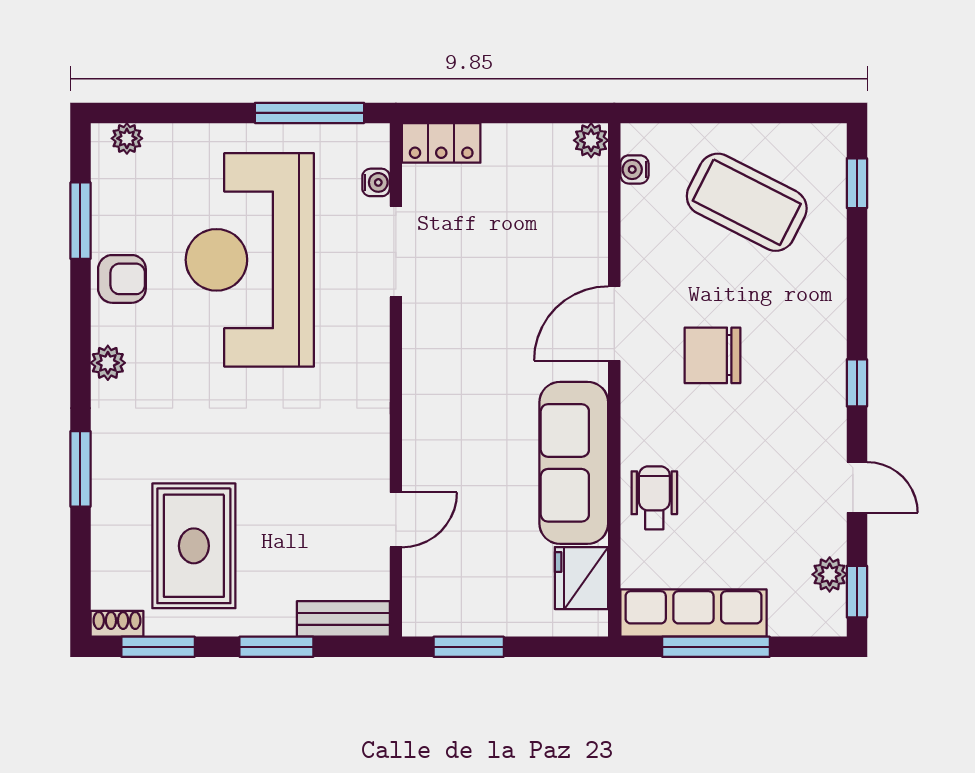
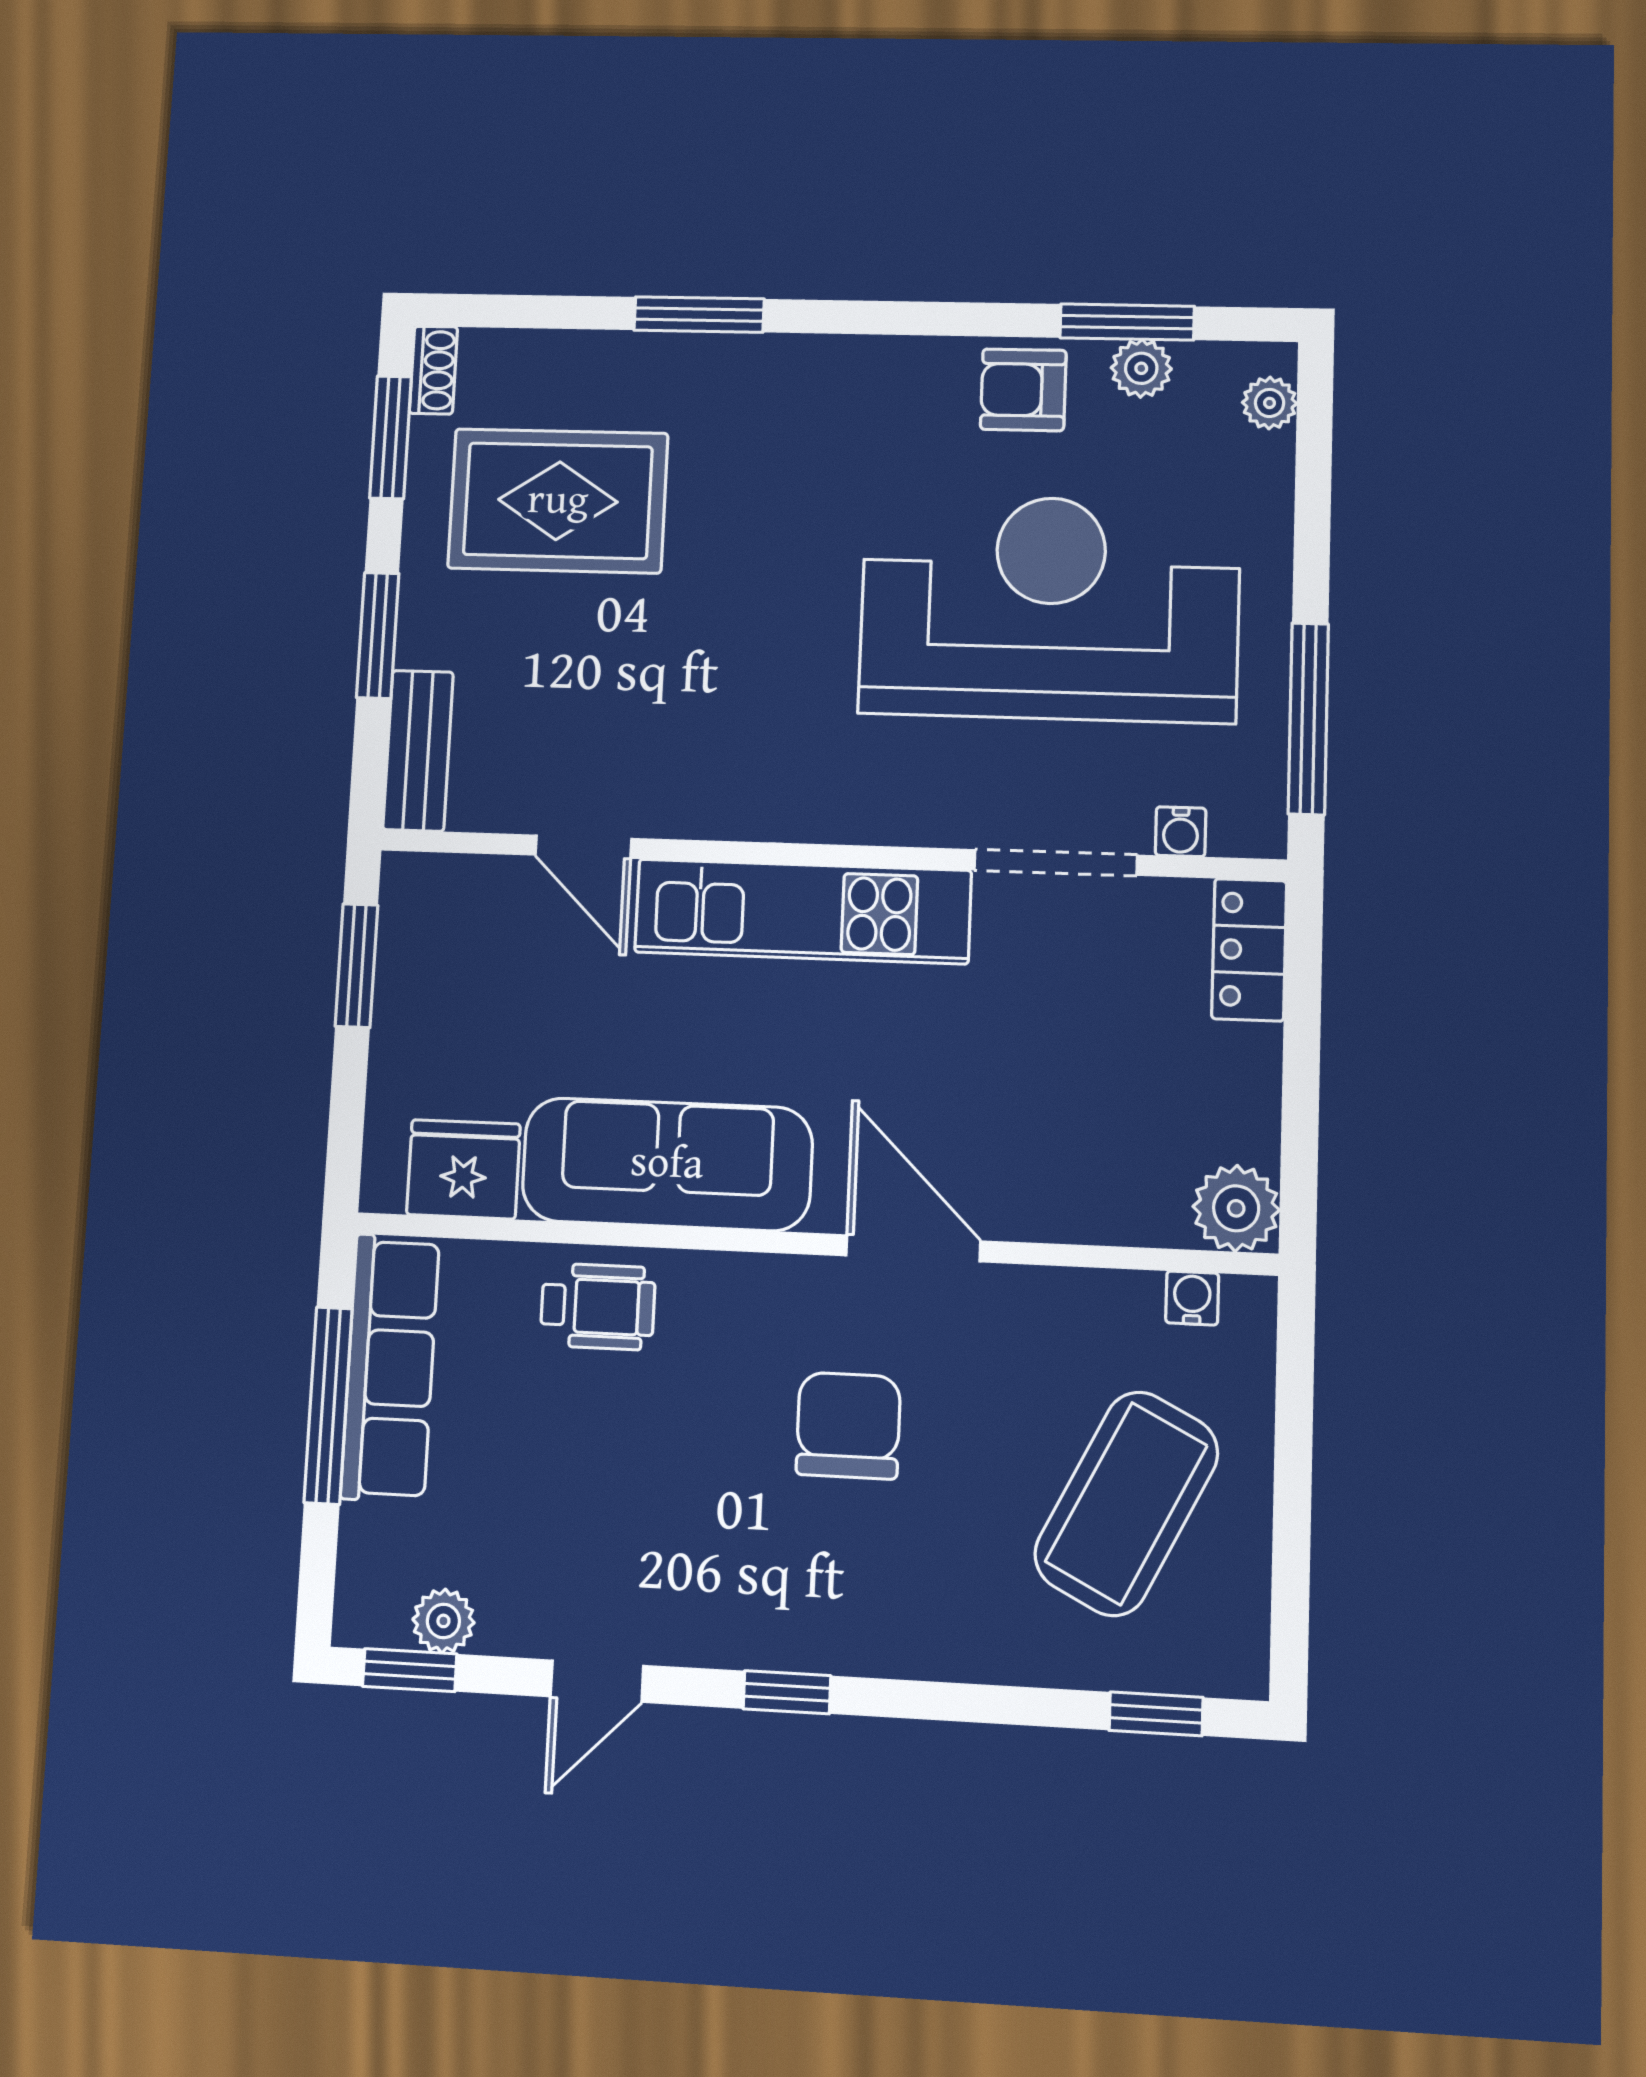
plant: (591, 140) -> (1236, 1208), width x1.38, depth x1.38
armchair: (122, 279) -> (1023, 390), turned 90
plant: (108, 363) -> (1141, 368), moved
kitchen unit: (429, 393) -> (803, 911), added

